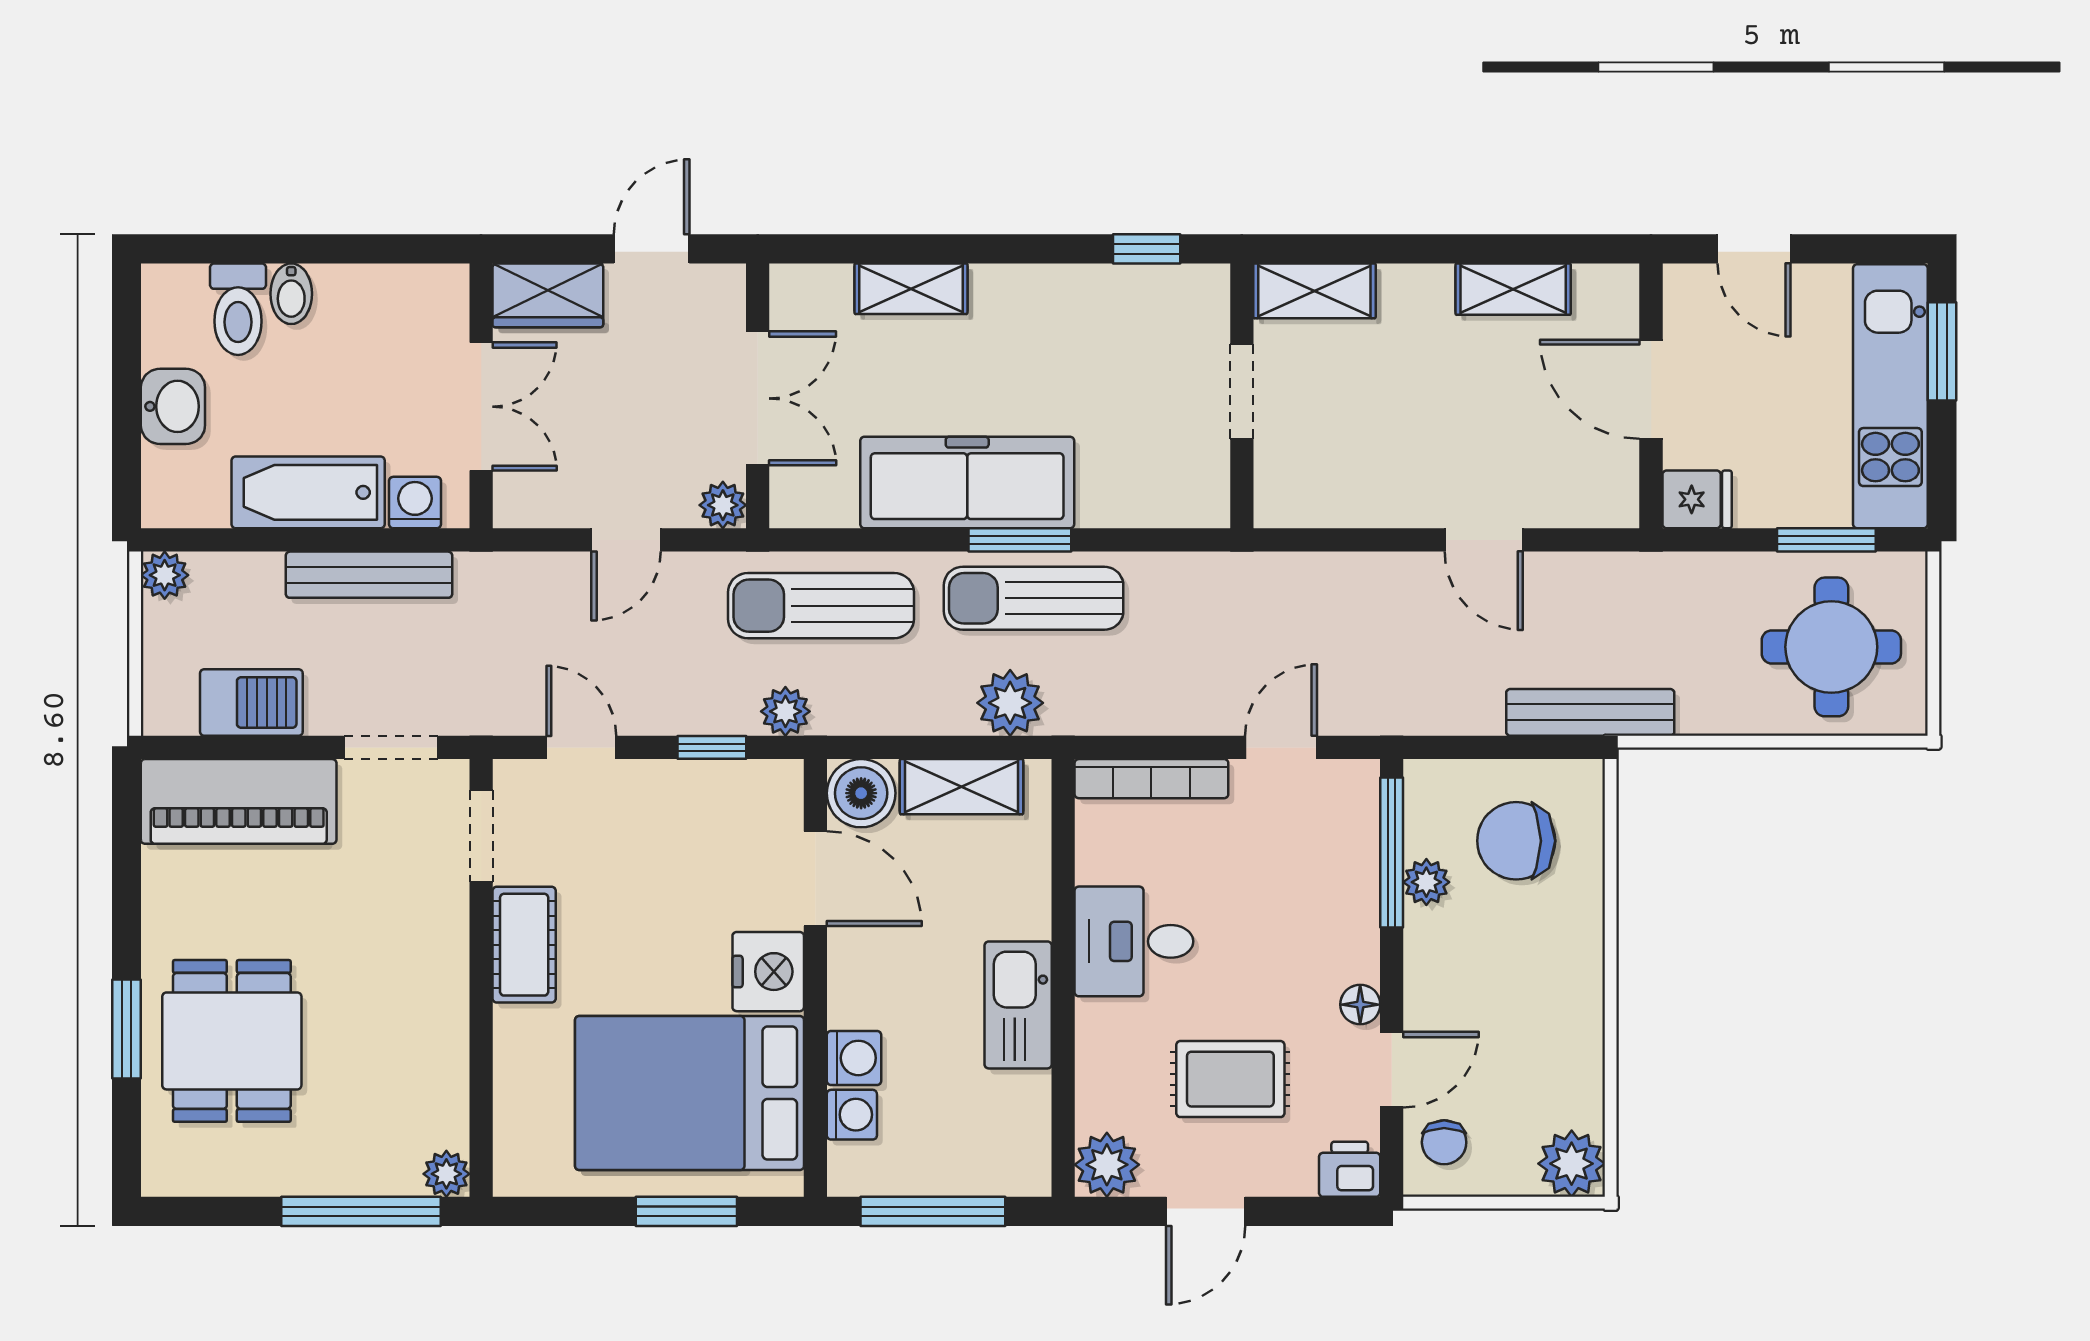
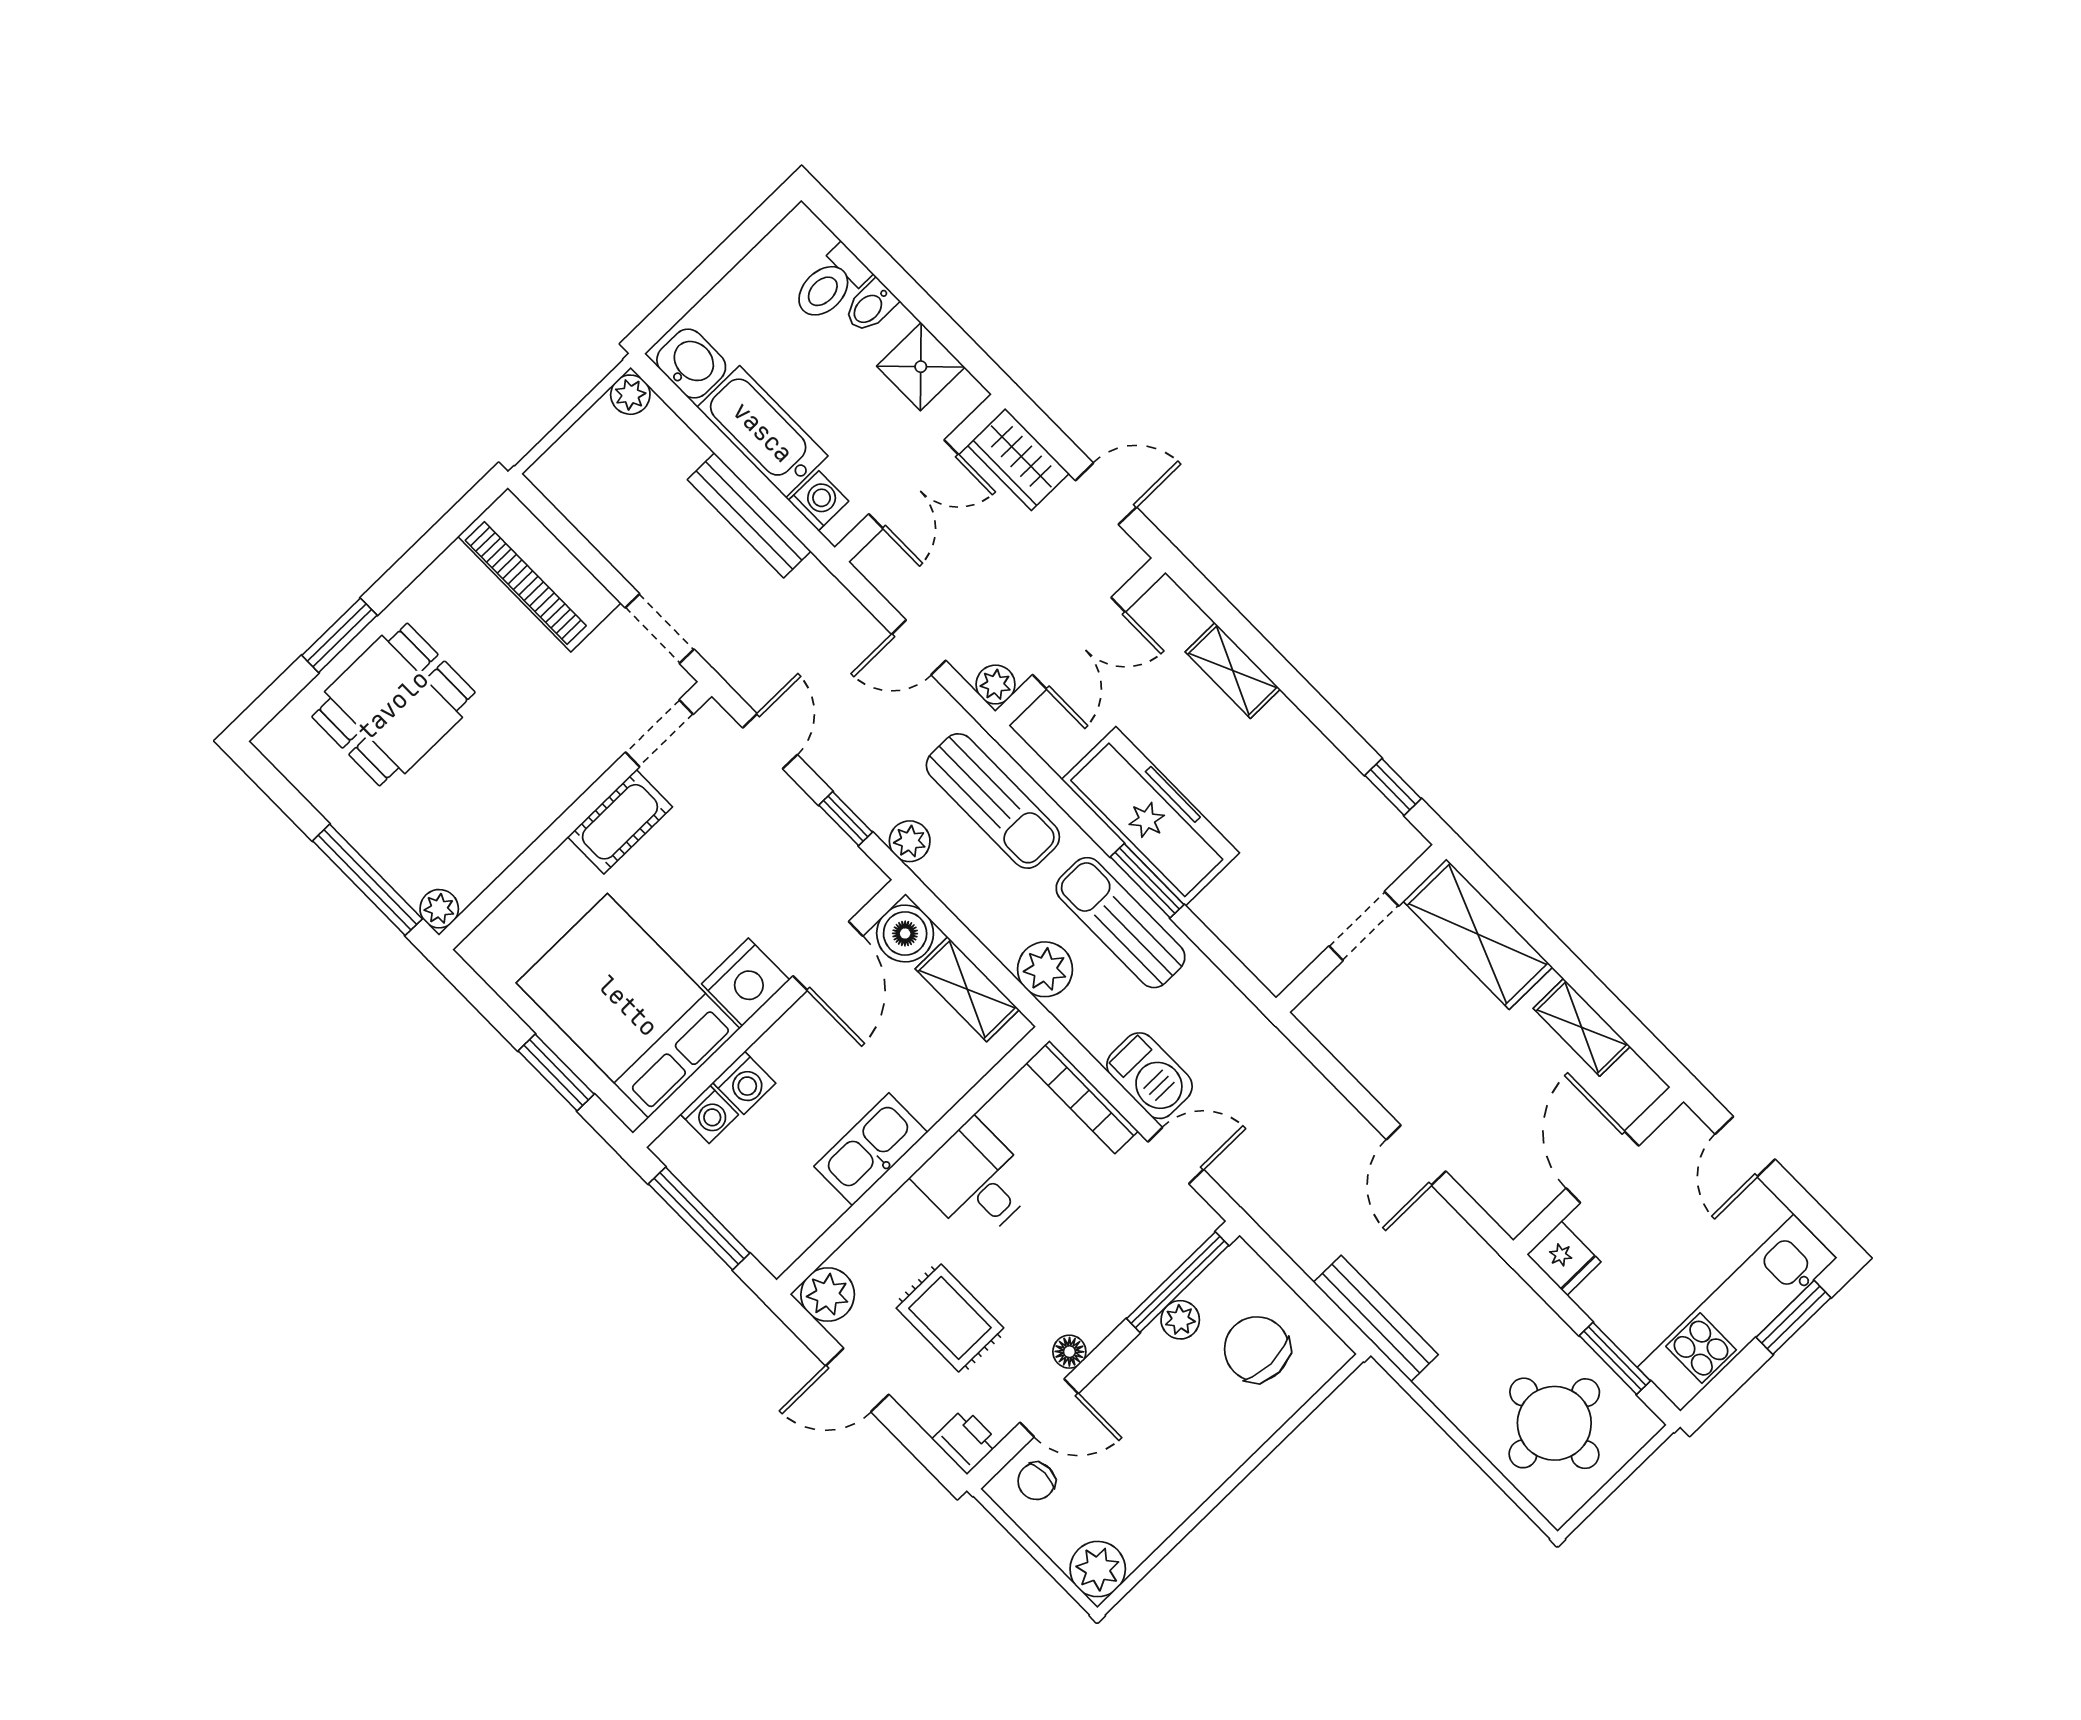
shelving: (1314, 291) -> (1478, 934), width x1.50, depth x1.33
shower: (386, 301) -> (921, 367), added
washbasin: (173, 406) -> (691, 364), moved, turned -90
sun lounger: (821, 606) -> (993, 801), turned 180
barbecue: (251, 703) -> (1149, 1076), moved

